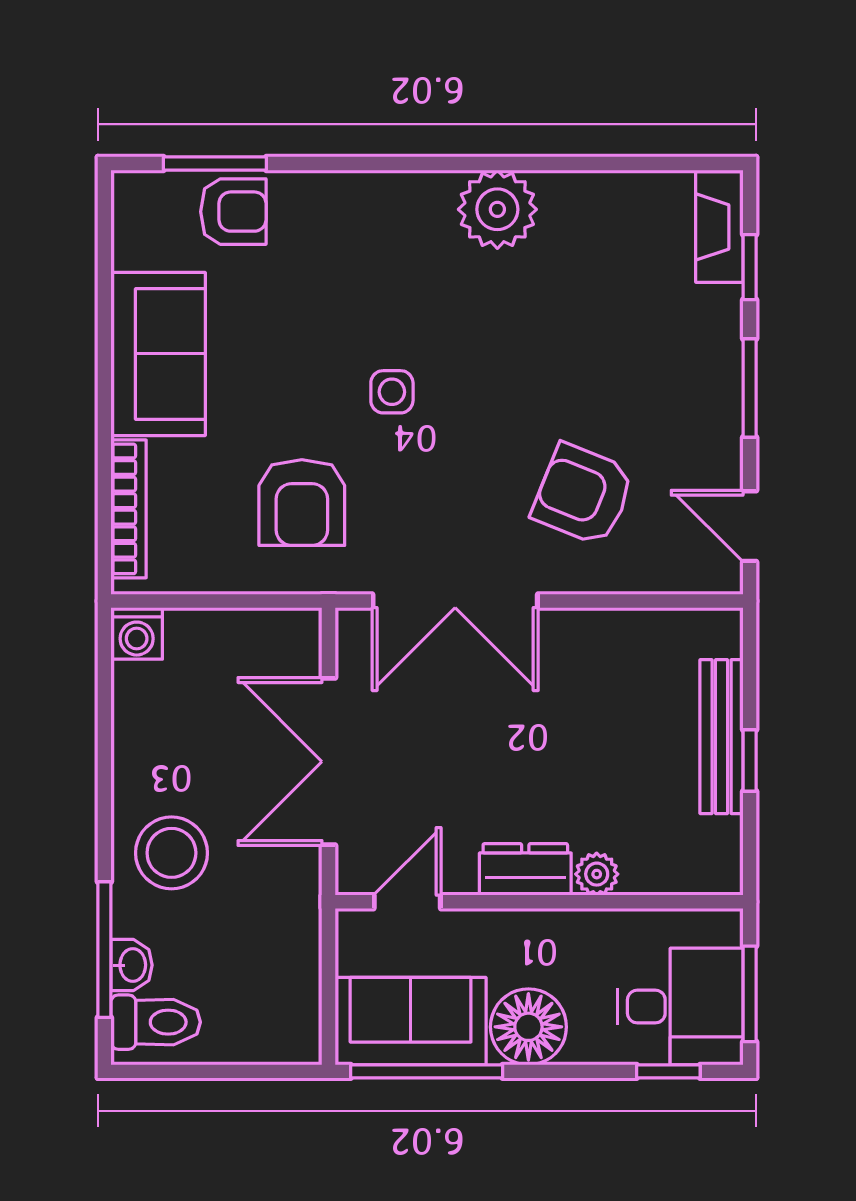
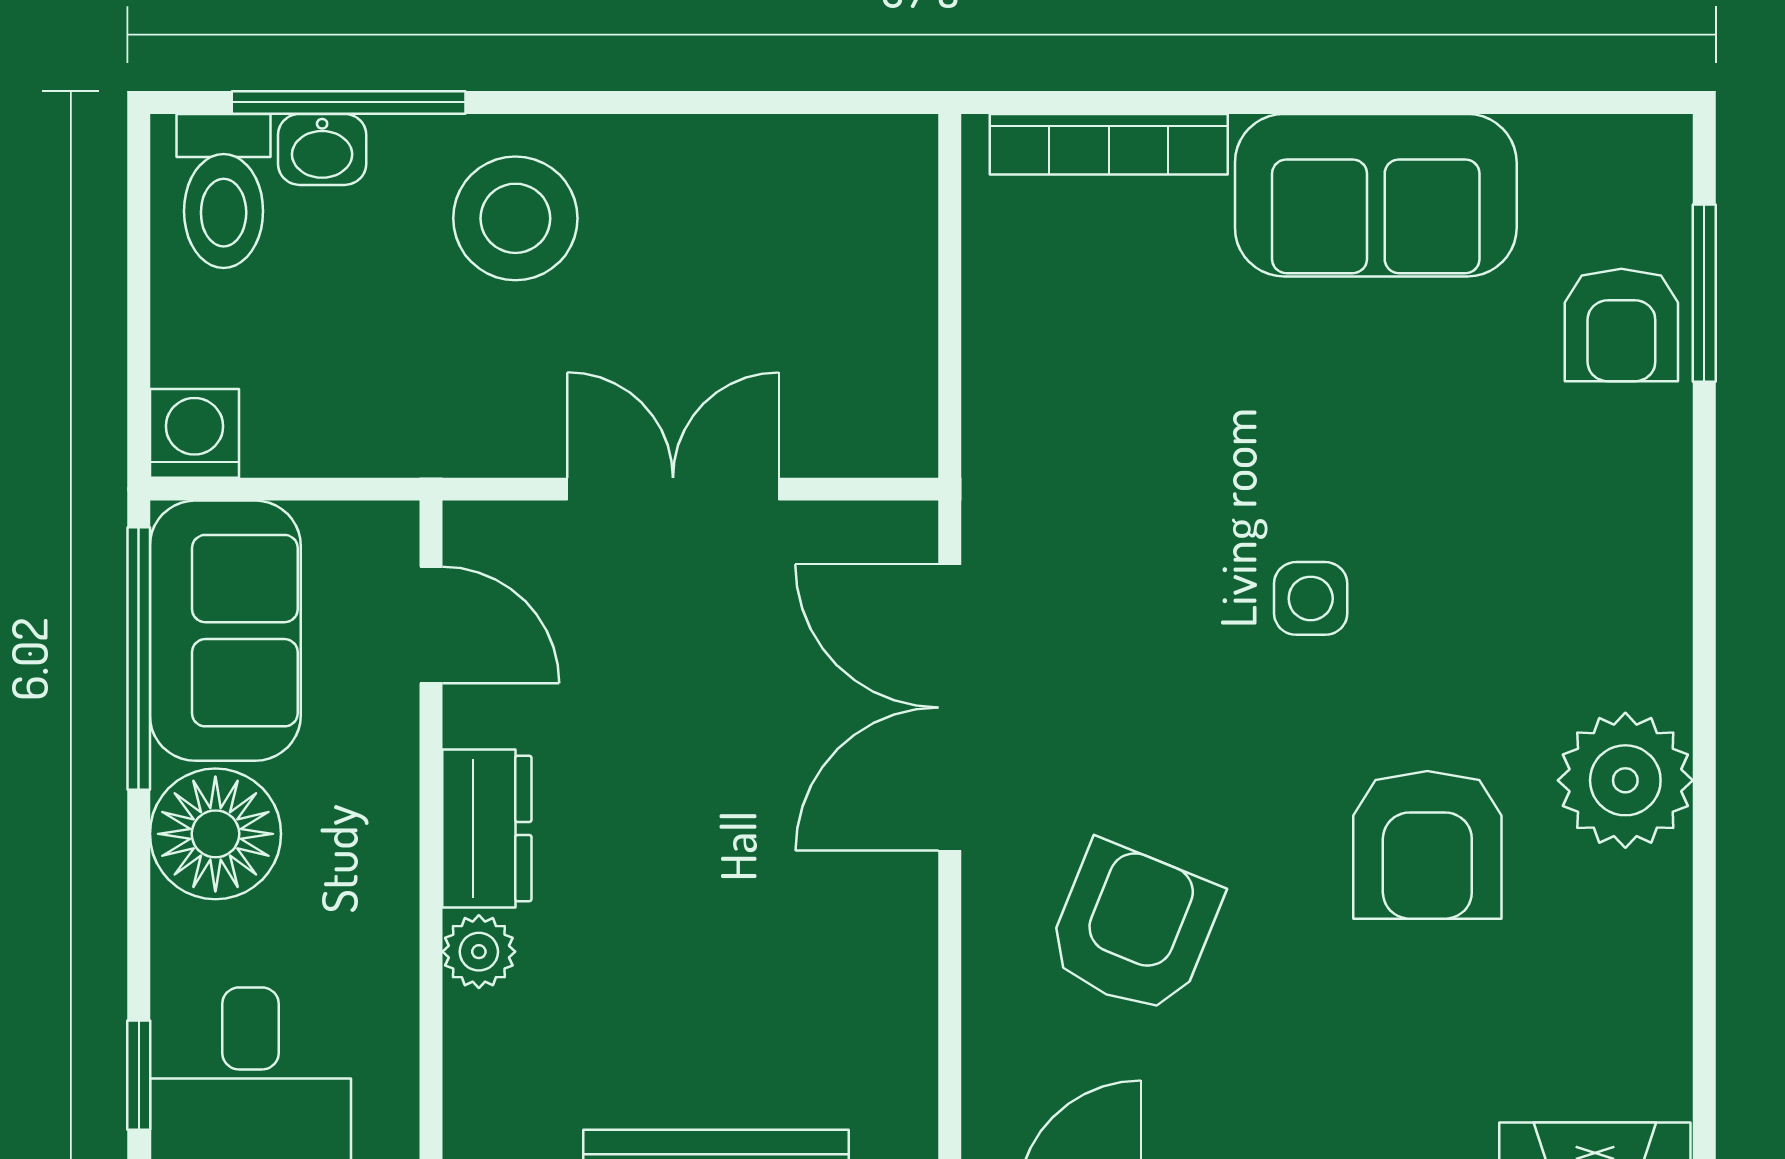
armchair: (302, 503) -> (1427, 845), moved, turned -90
washing machine: (137, 633) -> (194, 433), moved, turned 90
double door: (329, 762) -> (673, 489), width x0.73

